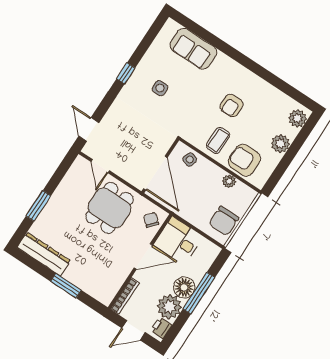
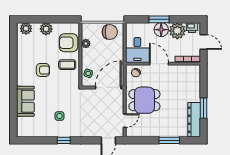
sofa: (193, 49) -> (25, 101), moved
armchair: (244, 160) -> (69, 43), turned 90
window: (66, 286) -> (204, 108), moved
window: (199, 293) -> (159, 19), width x0.69

